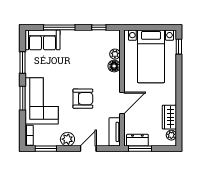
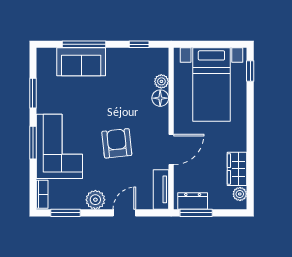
sofa: (42, 40) -> (81, 62), moved
armchair: (83, 99) -> (117, 143), turned -96

